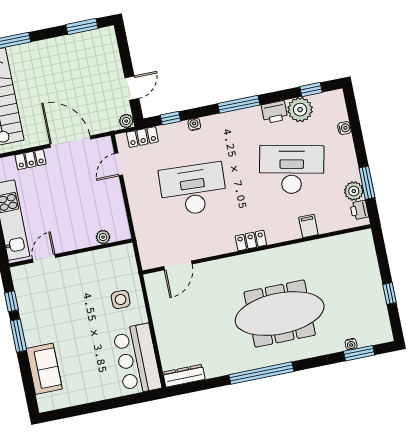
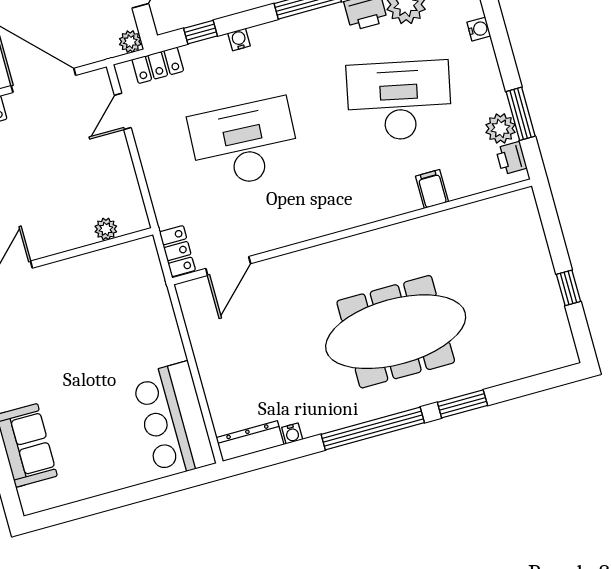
locker: (251, 240) -> (177, 251), moved, turned 90
side table: (121, 299) -> (141, 327), removed
water cooler: (351, 344) -> (292, 434), moved
window: (359, 353) -> (462, 404), moved

